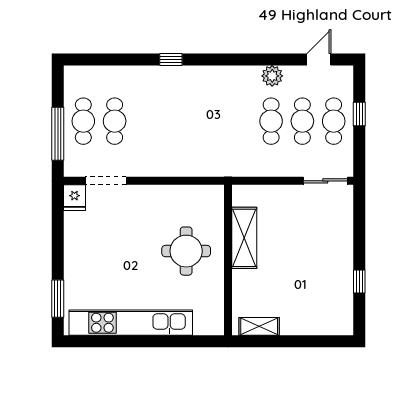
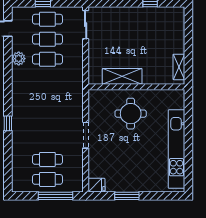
doorway: (106, 181) -> (86, 135), moved
window: (58, 299) -> (127, 196), moved

